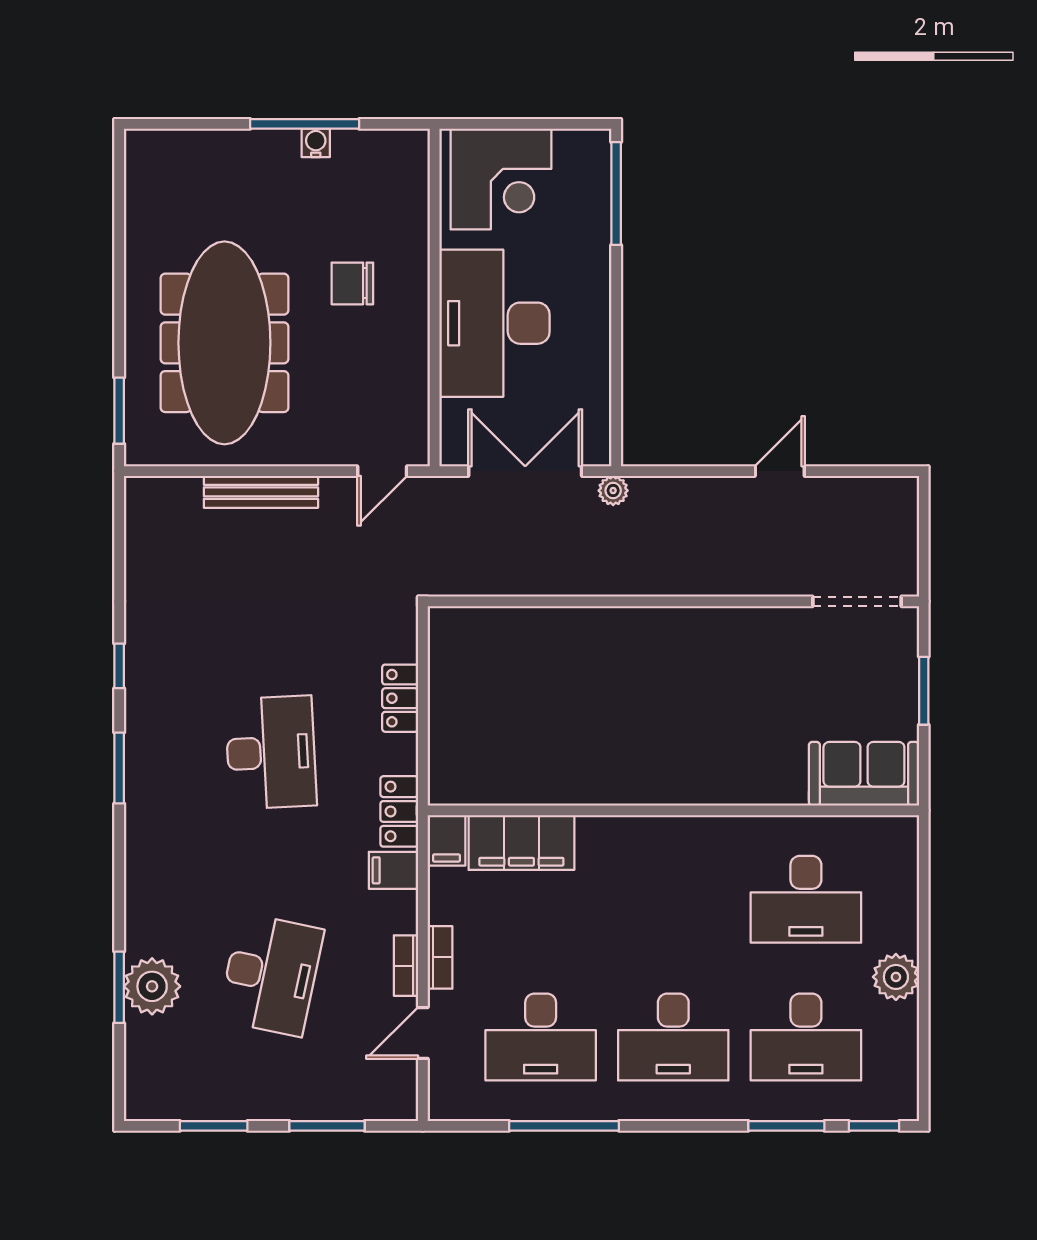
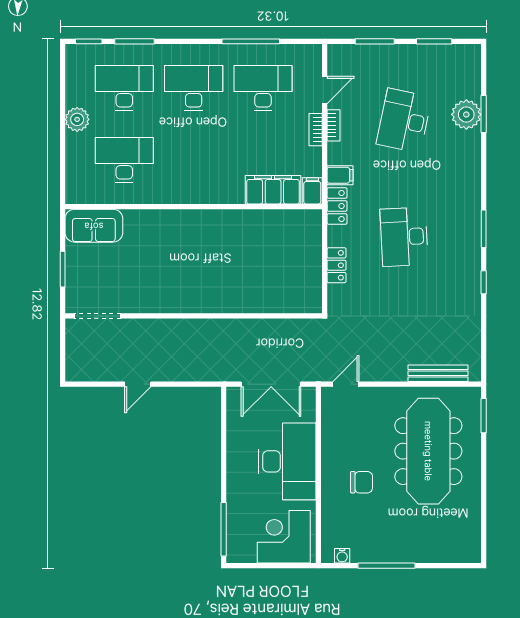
water cooler: (316, 143) -> (342, 556), moved
plant: (613, 491) -> (225, 374), removed
bench: (261, 492) -> (438, 373), moved

